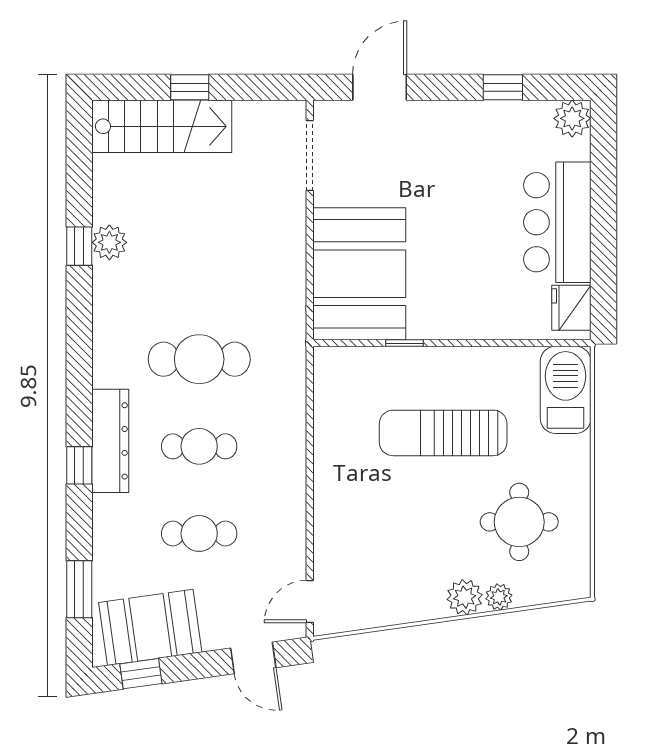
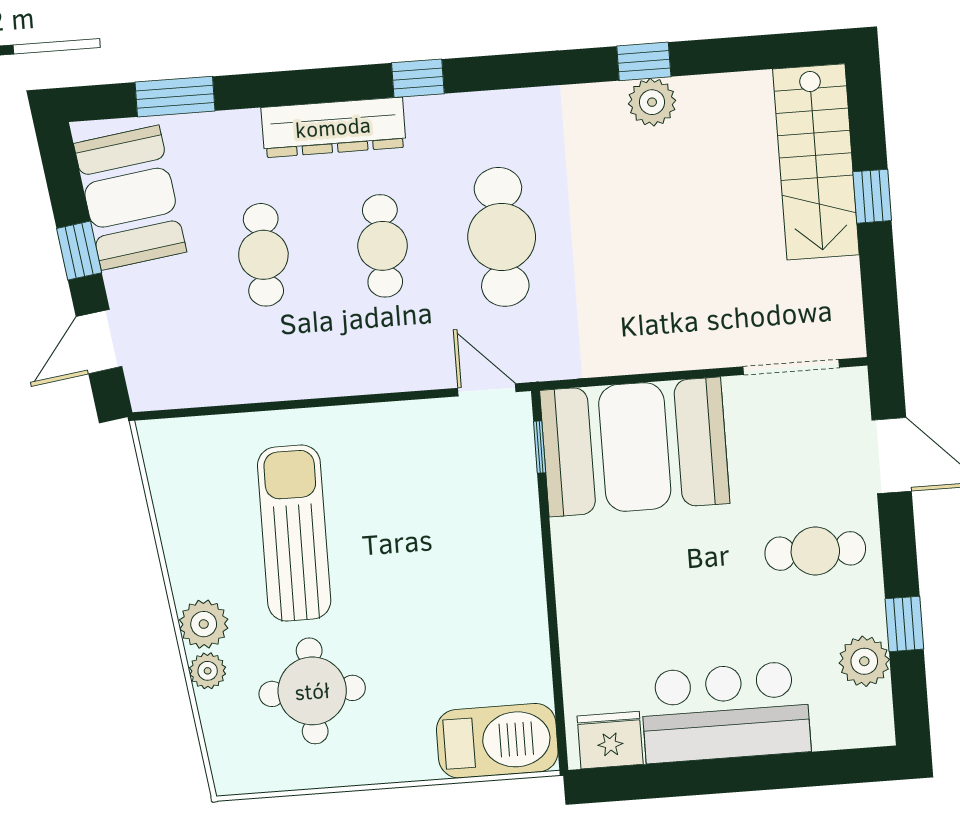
plant: (572, 118) -> (864, 661), moved
cafe table: (445, 148) -> (815, 551), added
window: (404, 343) -> (540, 447), moved
sun lounger: (443, 433) -> (294, 533), moved
dresser: (110, 441) -> (333, 127), moved
window: (79, 465) -> (418, 78), moved
door: (310, 602) -> (487, 390), moved
window: (141, 674) -> (79, 251), moved

